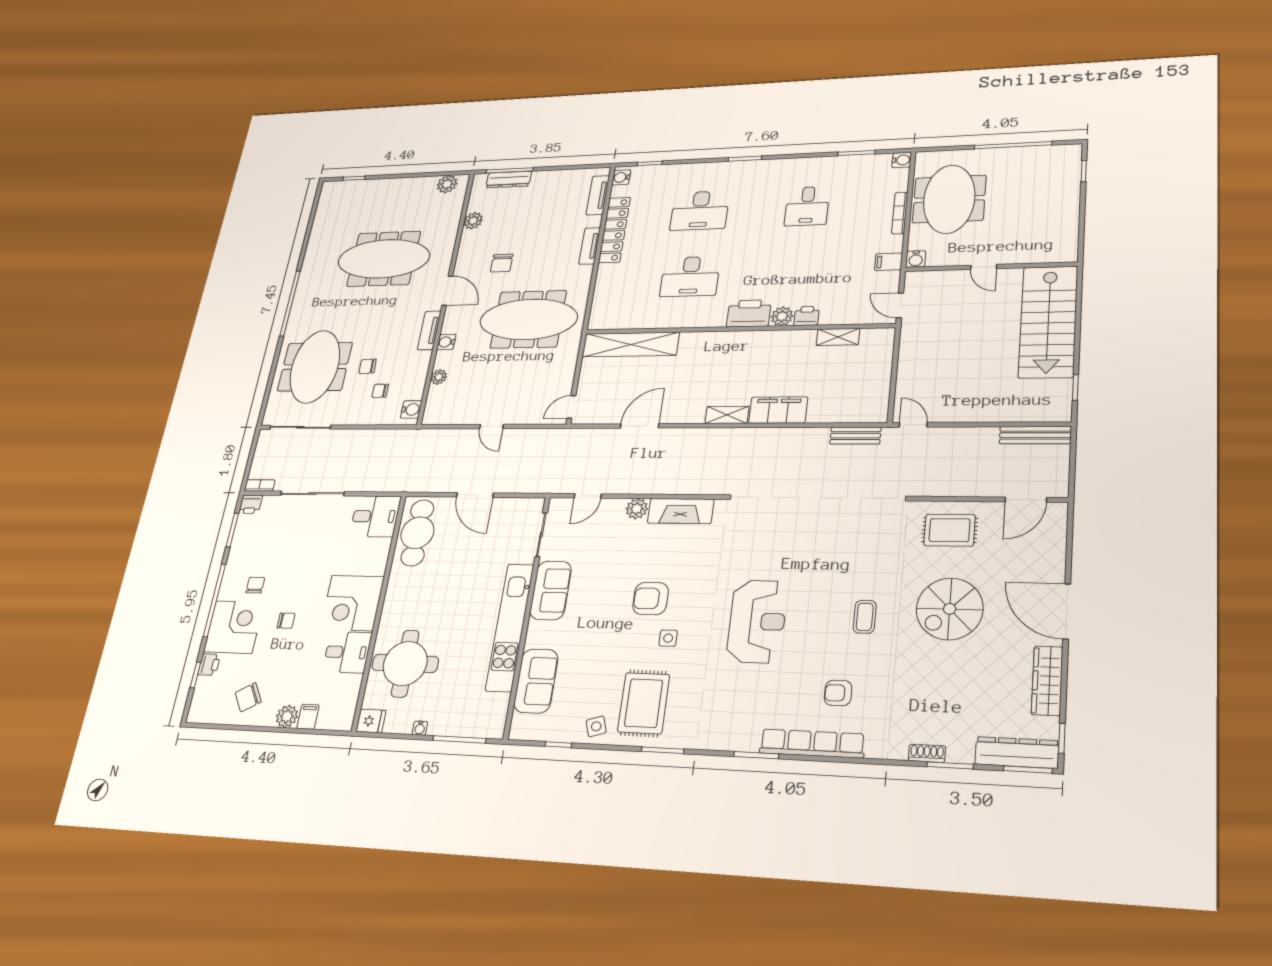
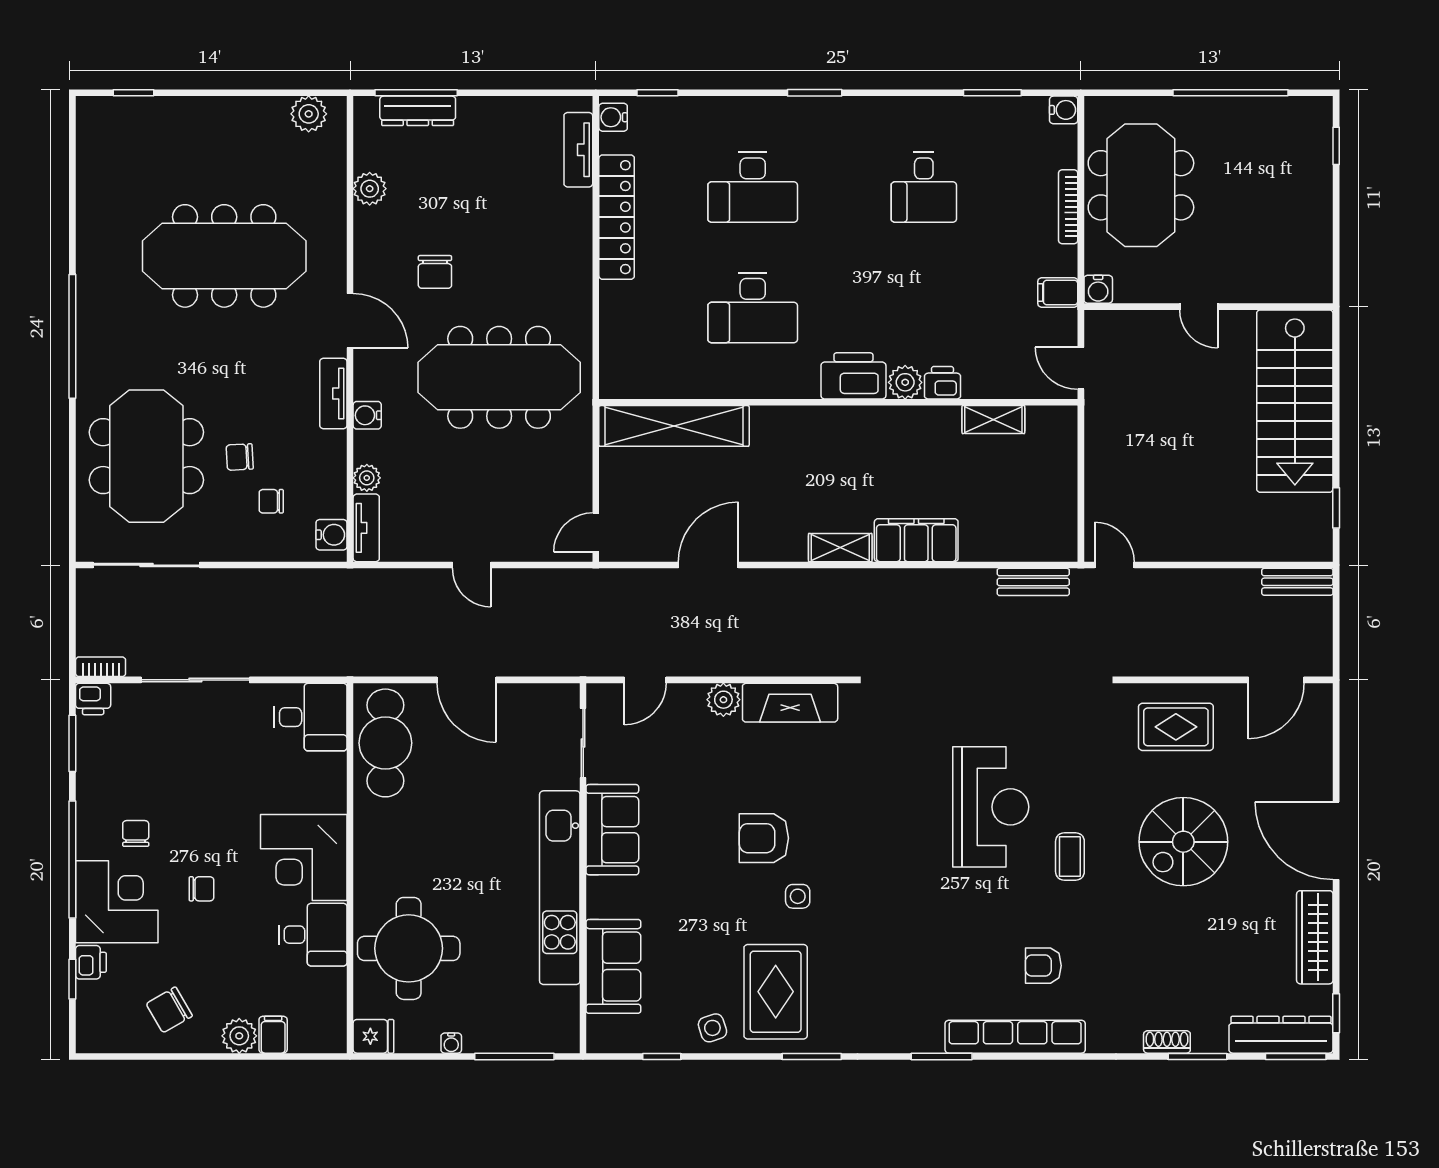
tv unit: (590, 246) -> (366, 528), moved, turned 180
bench: (1035, 435) -> (1297, 582), width x0.73
reception desk: (757, 621) -> (991, 807), moved

